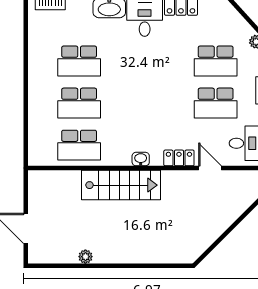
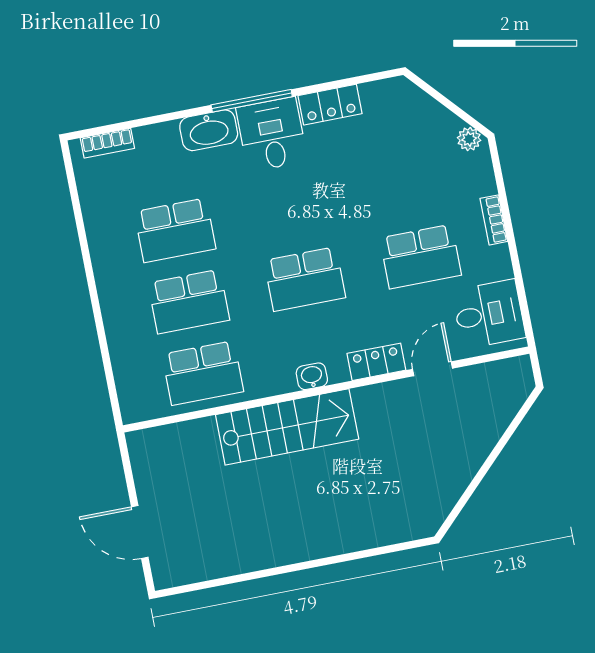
school desk: (216, 61) -> (305, 279), moved
door: (210, 168) -> (432, 369), hinge flipped
plant: (85, 257) -> (250, 560), removed

